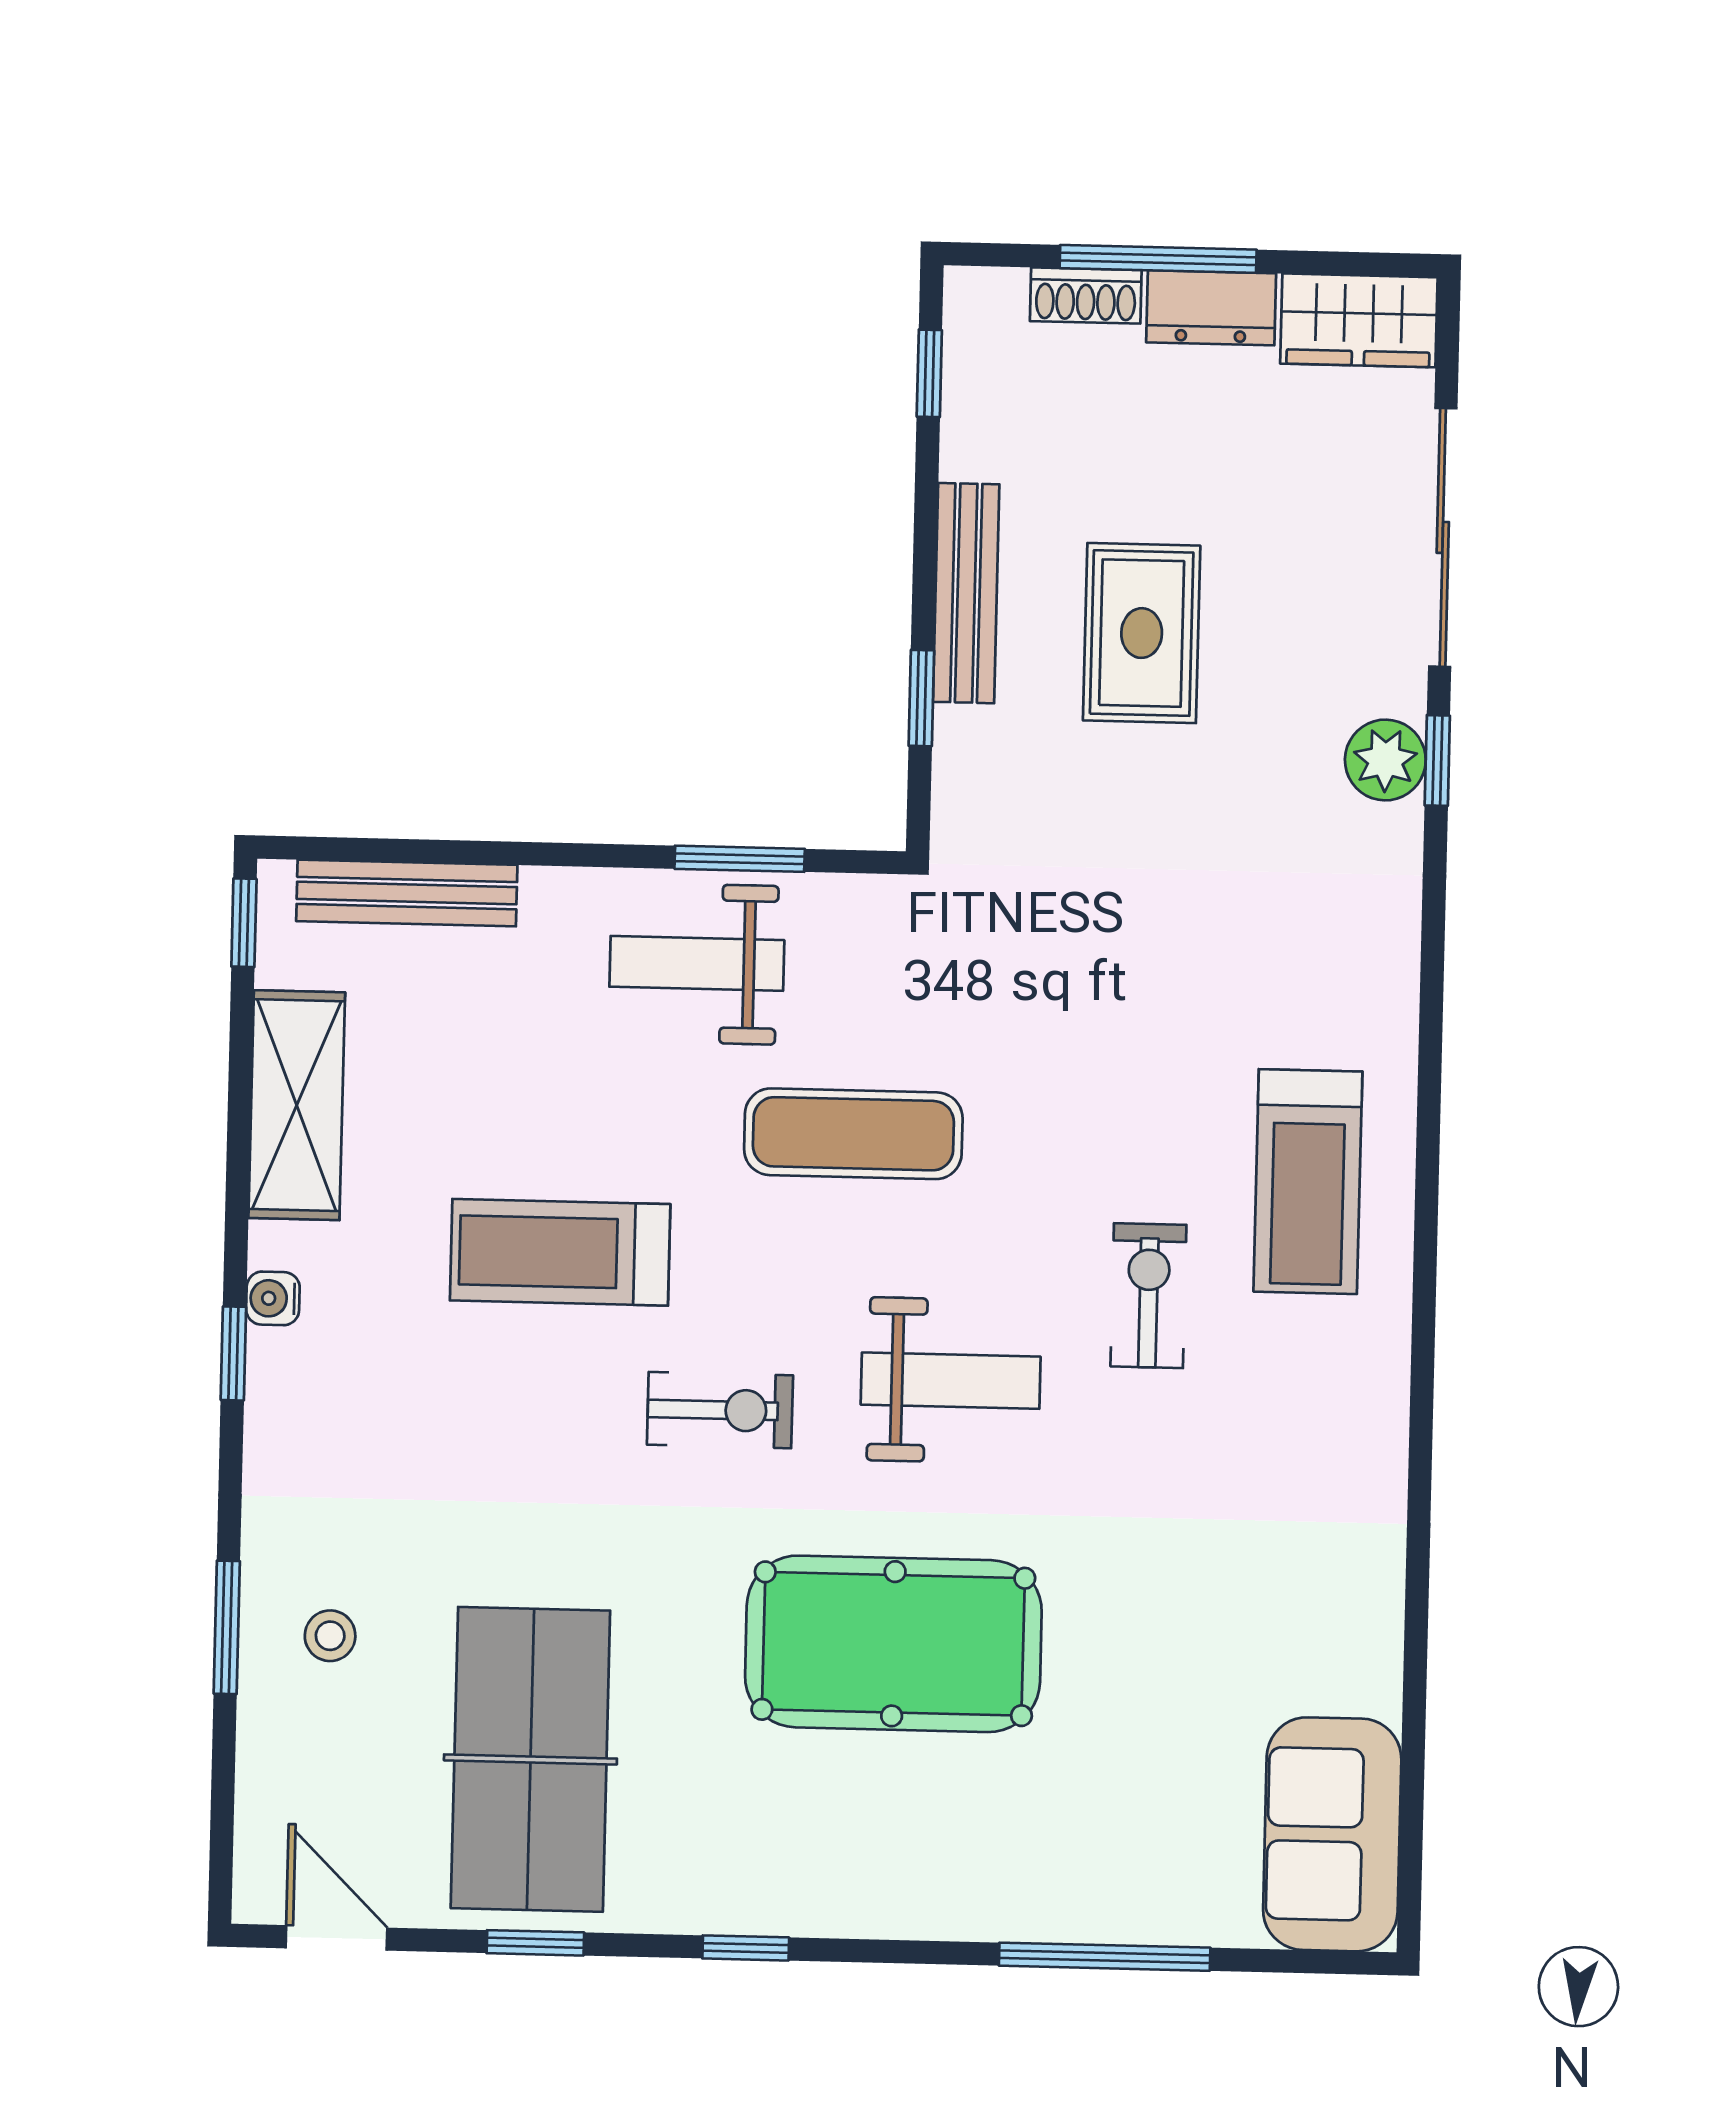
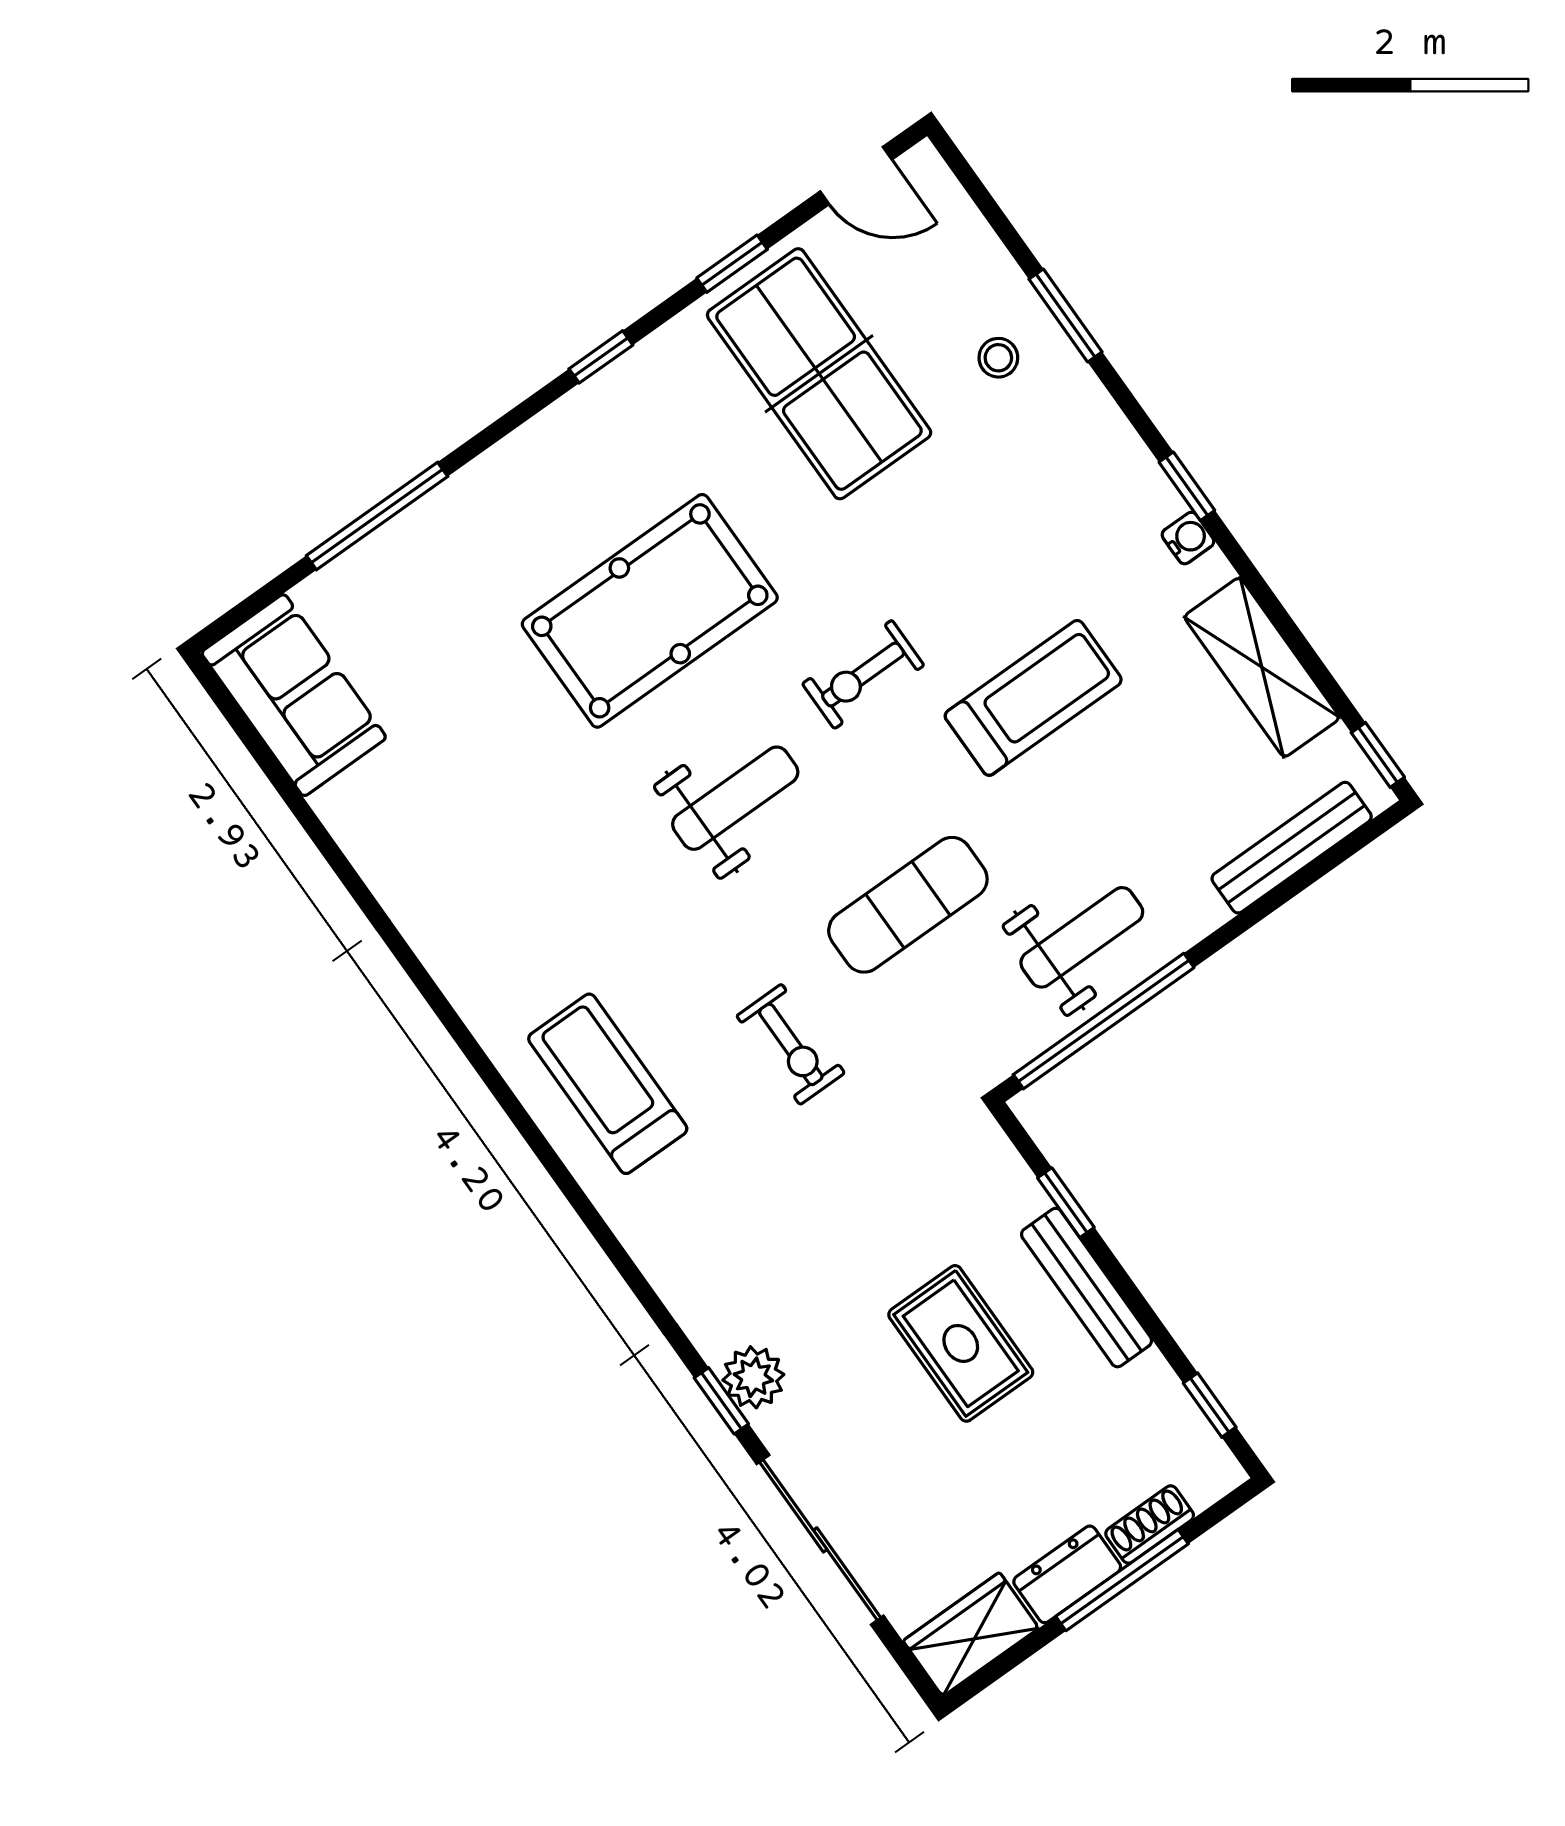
window: (740, 859) -> (1104, 1021), width x2.11
exercise bike: (1148, 1296) -> (791, 1044), moved
weight bench: (951, 1381) -> (735, 798), turned 180

